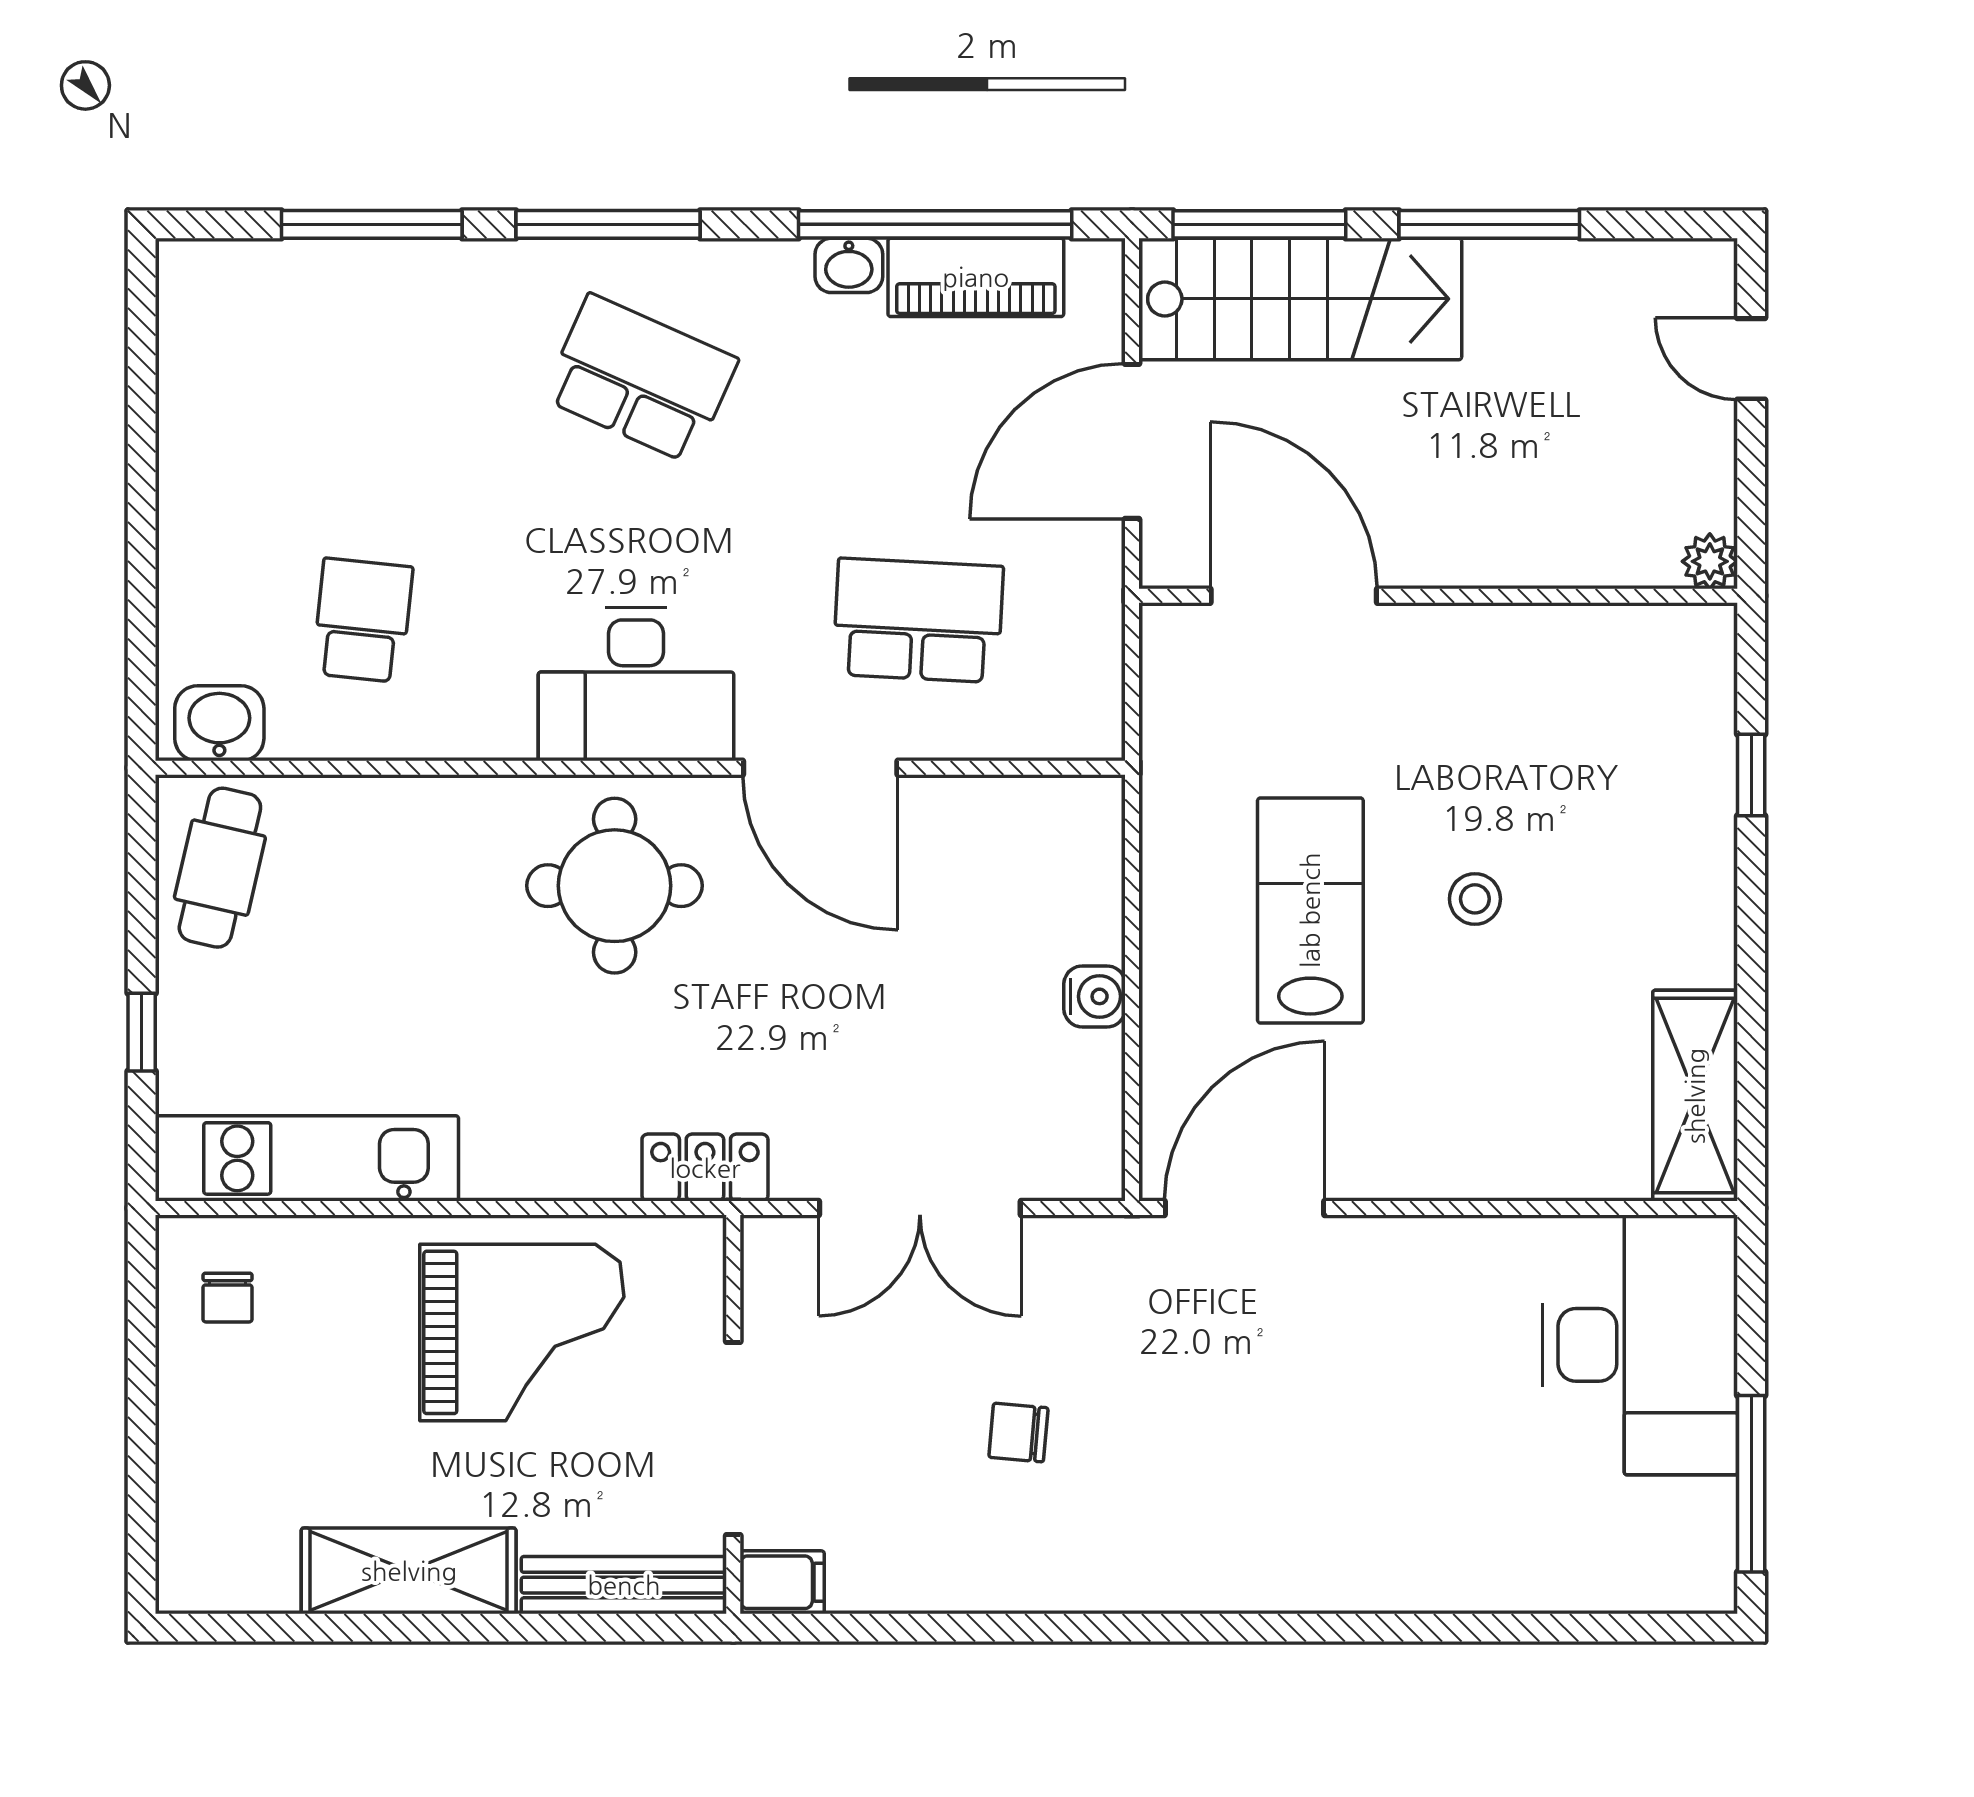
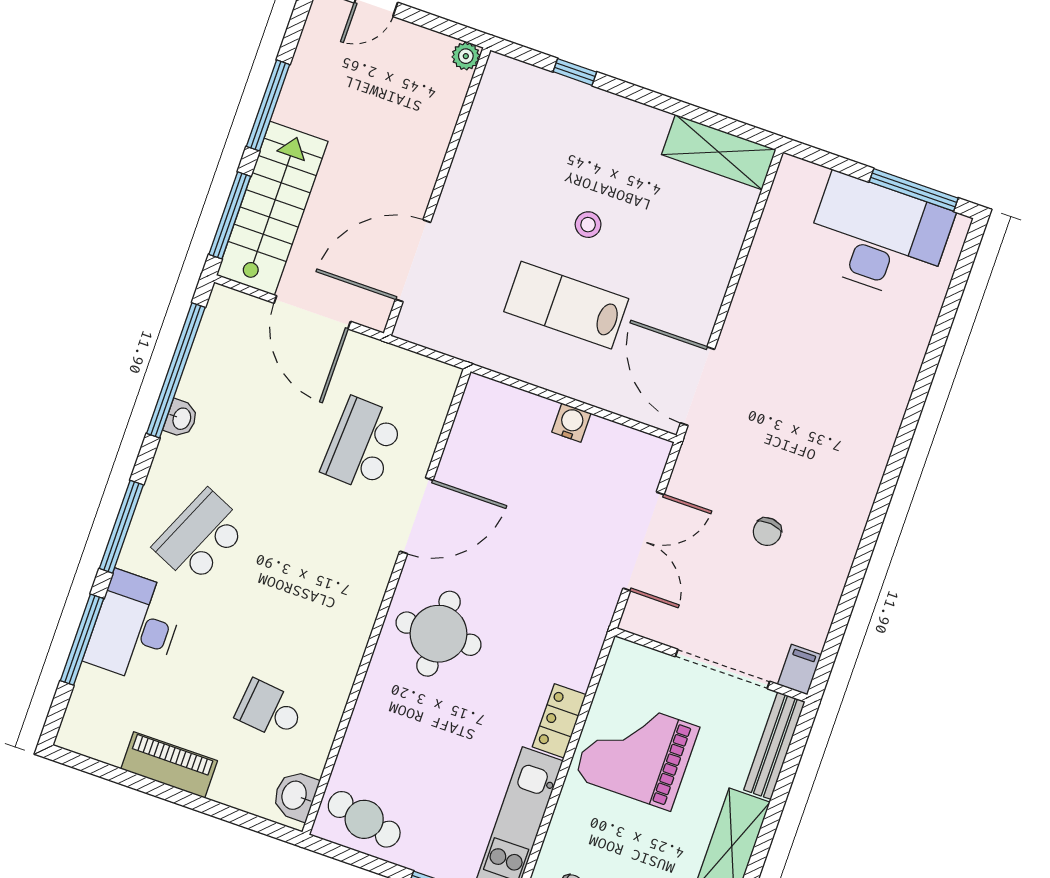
piano: (976, 277) -> (169, 765), moved, turned -90
desk: (636, 684) -> (135, 627), moved, turned 180
locker: (705, 1168) -> (559, 721), moved
grand piano: (522, 1332) -> (637, 752), turned -90
desk: (1640, 1345) -> (878, 237), moved

